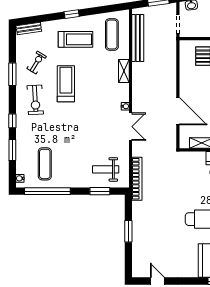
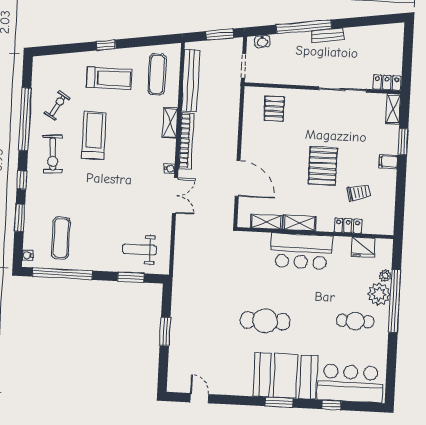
bench: (29, 29) -> (49, 61), removed
window: (12, 74) -> (25, 119), width x2.11
bookcase: (137, 179) -> (186, 141), moved

